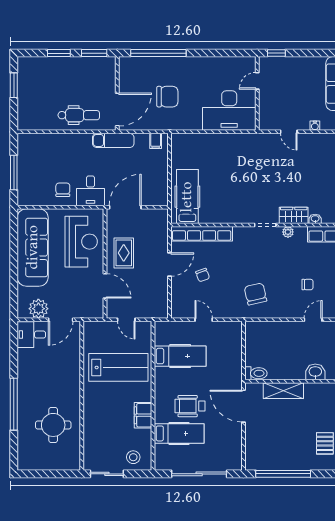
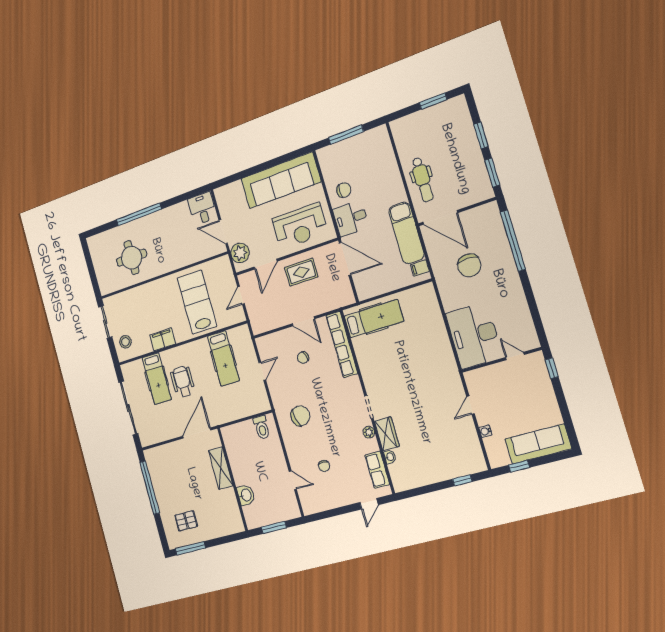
exam couch: (113, 140) -> (406, 233), width x1.36, depth x1.45
plant: (38, 309) -> (240, 253), moved
lab bench: (118, 367) -> (197, 302), turned 180
toilet: (256, 373) -> (262, 427), moved

